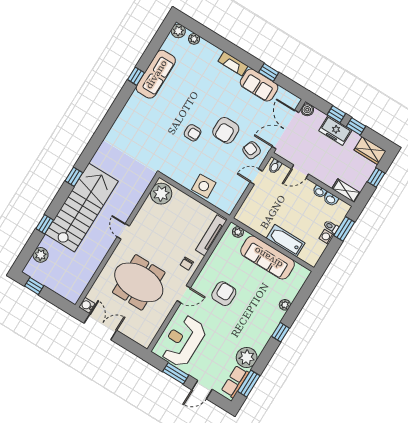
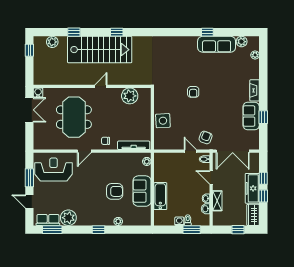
plant: (178, 31) -> (242, 42), moved
boiler: (307, 110) -> (254, 157), removed
armchair: (226, 130) -> (208, 113), removed
double door: (285, 130) -> (233, 151), swing flipped
freezer: (335, 130) -> (252, 188), width x1.40
shelving: (346, 191) -> (217, 201), moved
plant: (161, 194) -> (130, 96), moved
sofa: (268, 258) -> (142, 191), width x0.73
door: (184, 294) -> (84, 151), hinge flipped
armchair: (224, 294) -> (115, 191), moved

